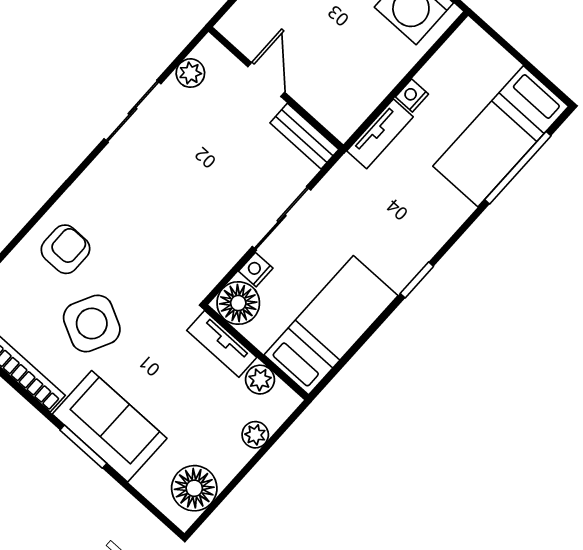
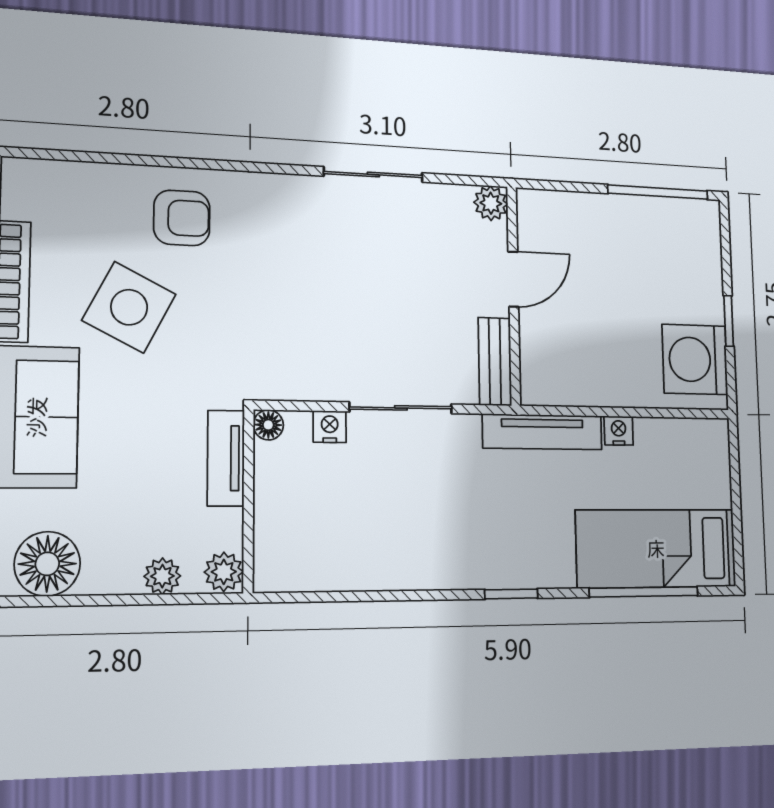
plant: (190, 73) -> (491, 203), moved
tv unit: (380, 134) -> (542, 432), width x1.41
window: (417, 280) -> (511, 594), moved
floor lamp: (238, 303) -> (268, 425), width x0.53, depth x0.53
bed: (331, 325) -> (342, 551), removed
plant: (260, 380) -> (224, 572), moved

